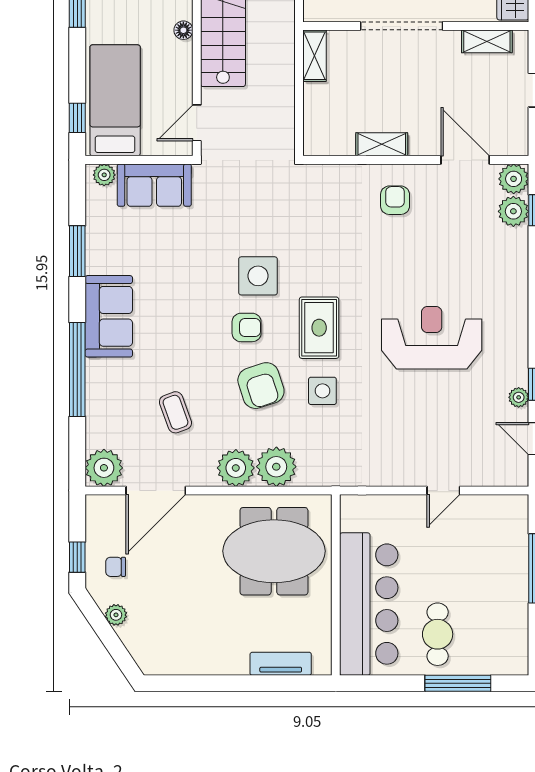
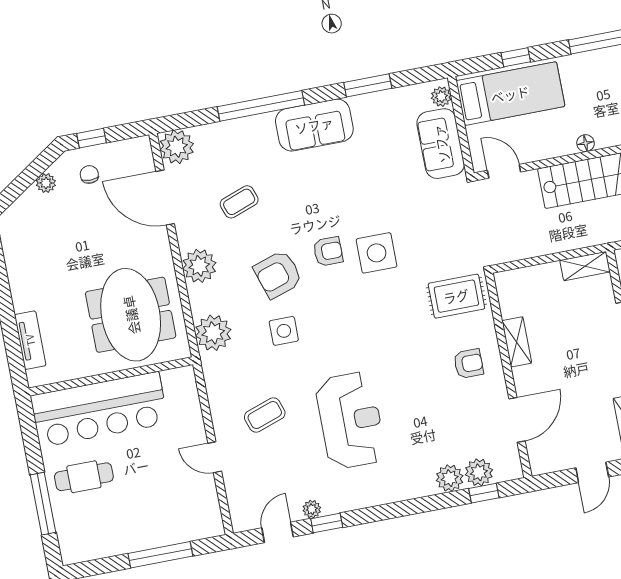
window: (77, 118) -> (516, 57), moved
plant: (514, 179) -> (450, 478), moved
armchair: (247, 327) -> (328, 251), turned -90
rug: (319, 328) -> (456, 296), moved
coffee table: (408, 428) -> (265, 415), added
plant: (276, 467) -> (213, 333), moved

